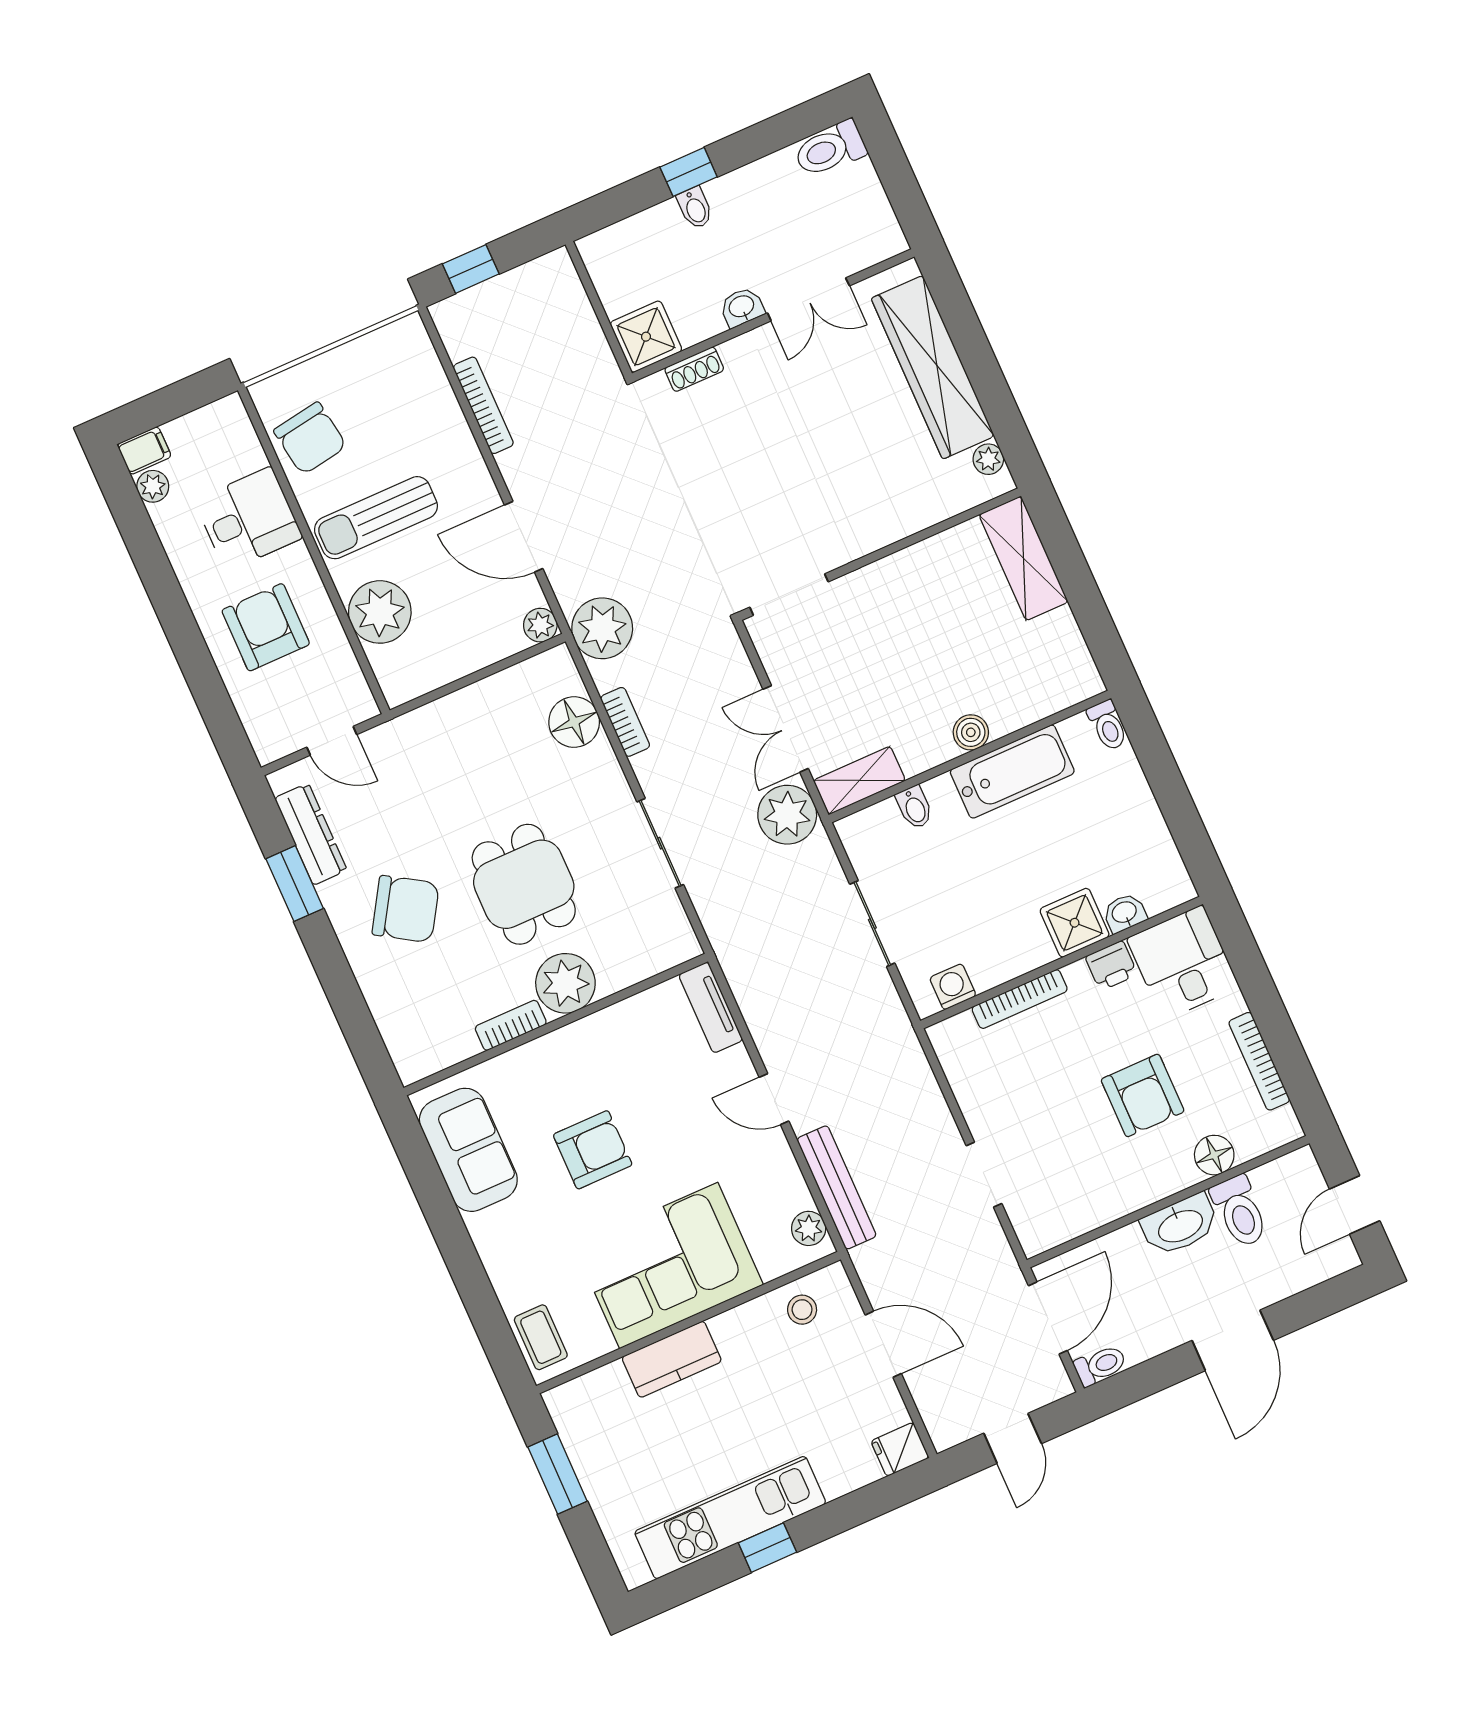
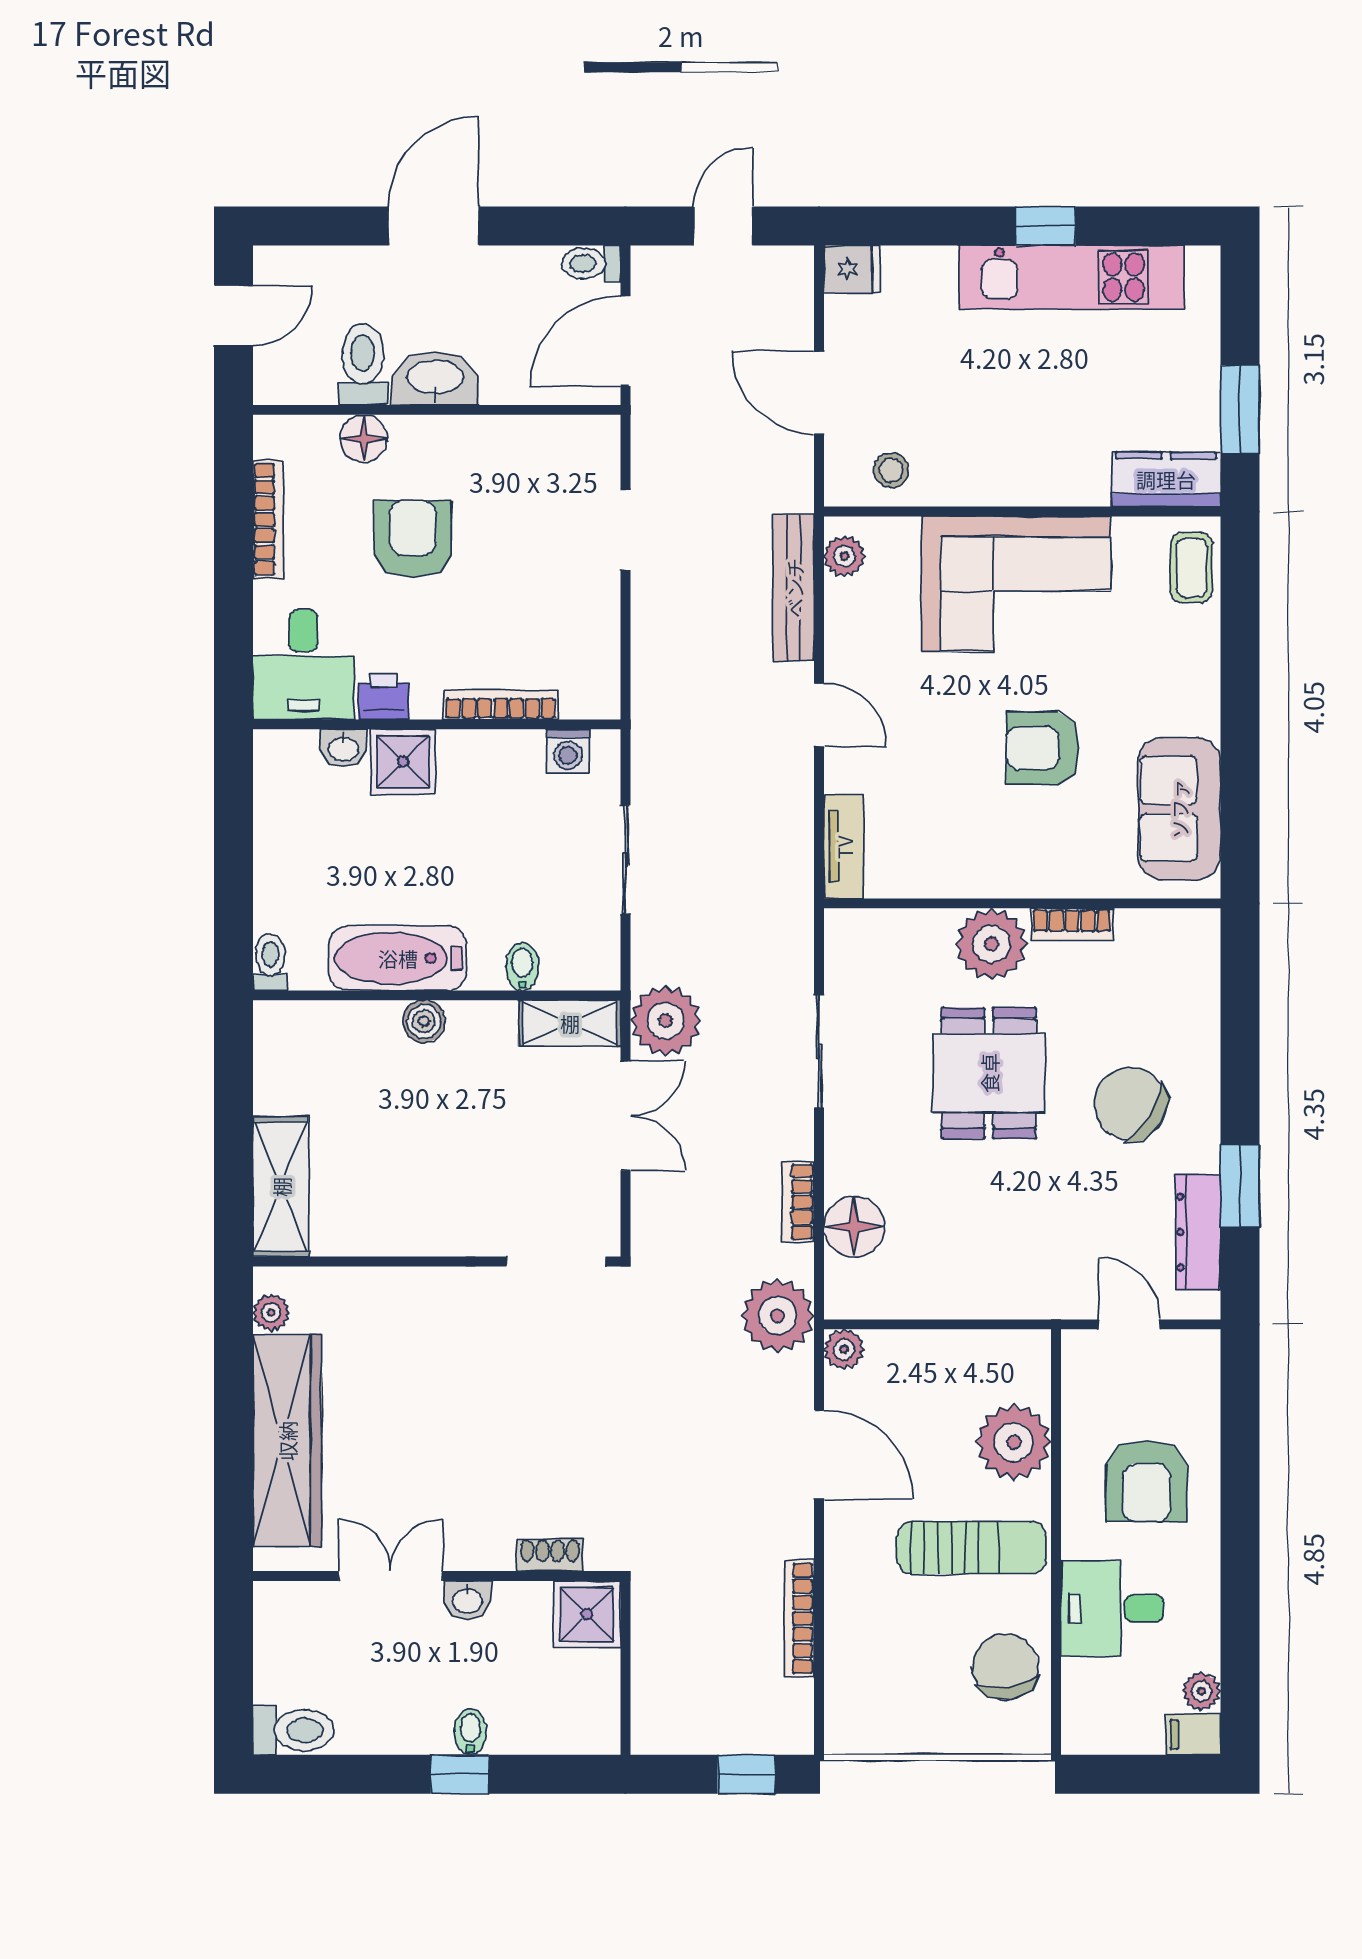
kitchen counter: (672, 1359) -> (1166, 479), moved

